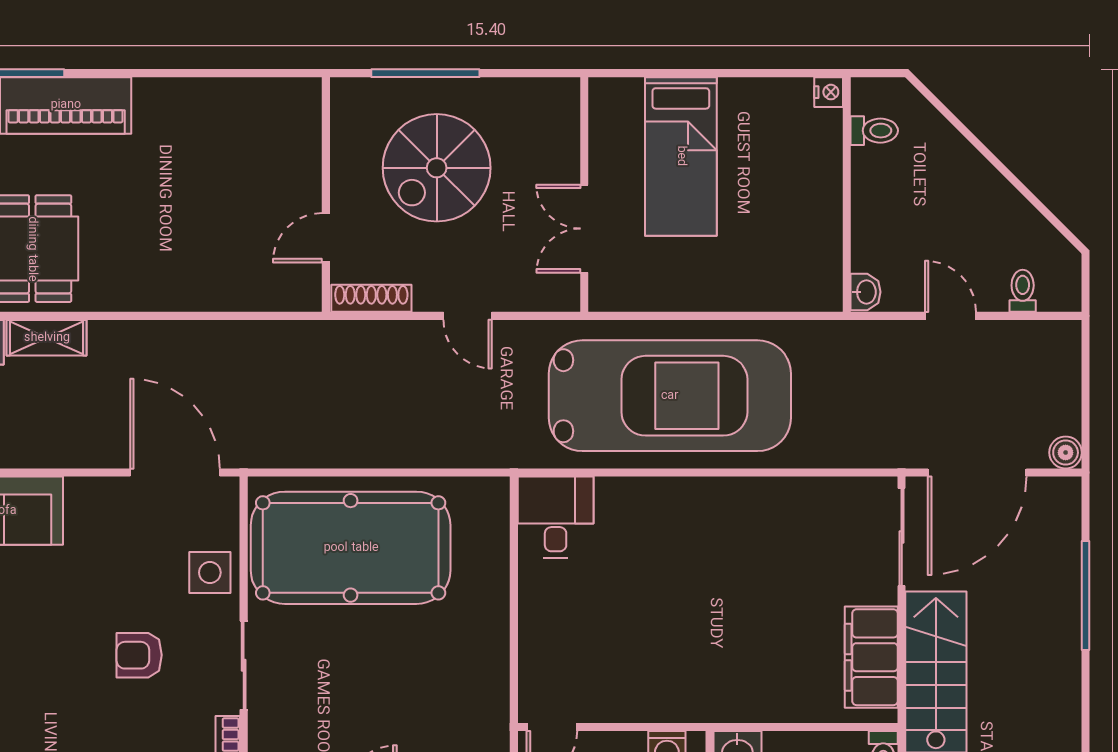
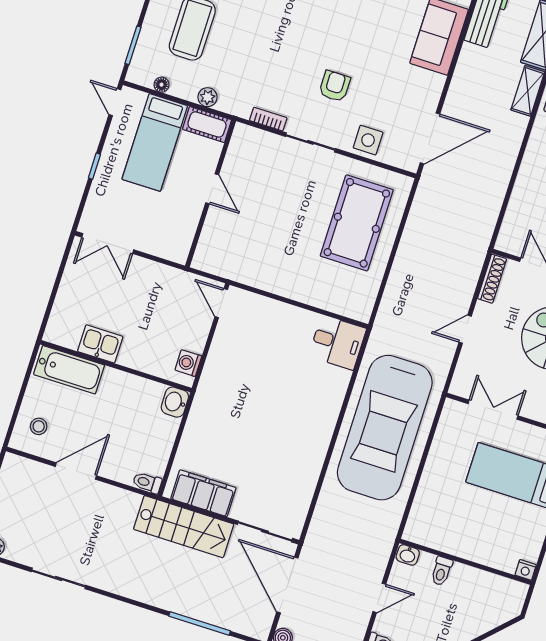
toilet: (874, 131) -> (442, 571), moved
pool table: (351, 548) -> (357, 223), width x0.73, depth x0.76

